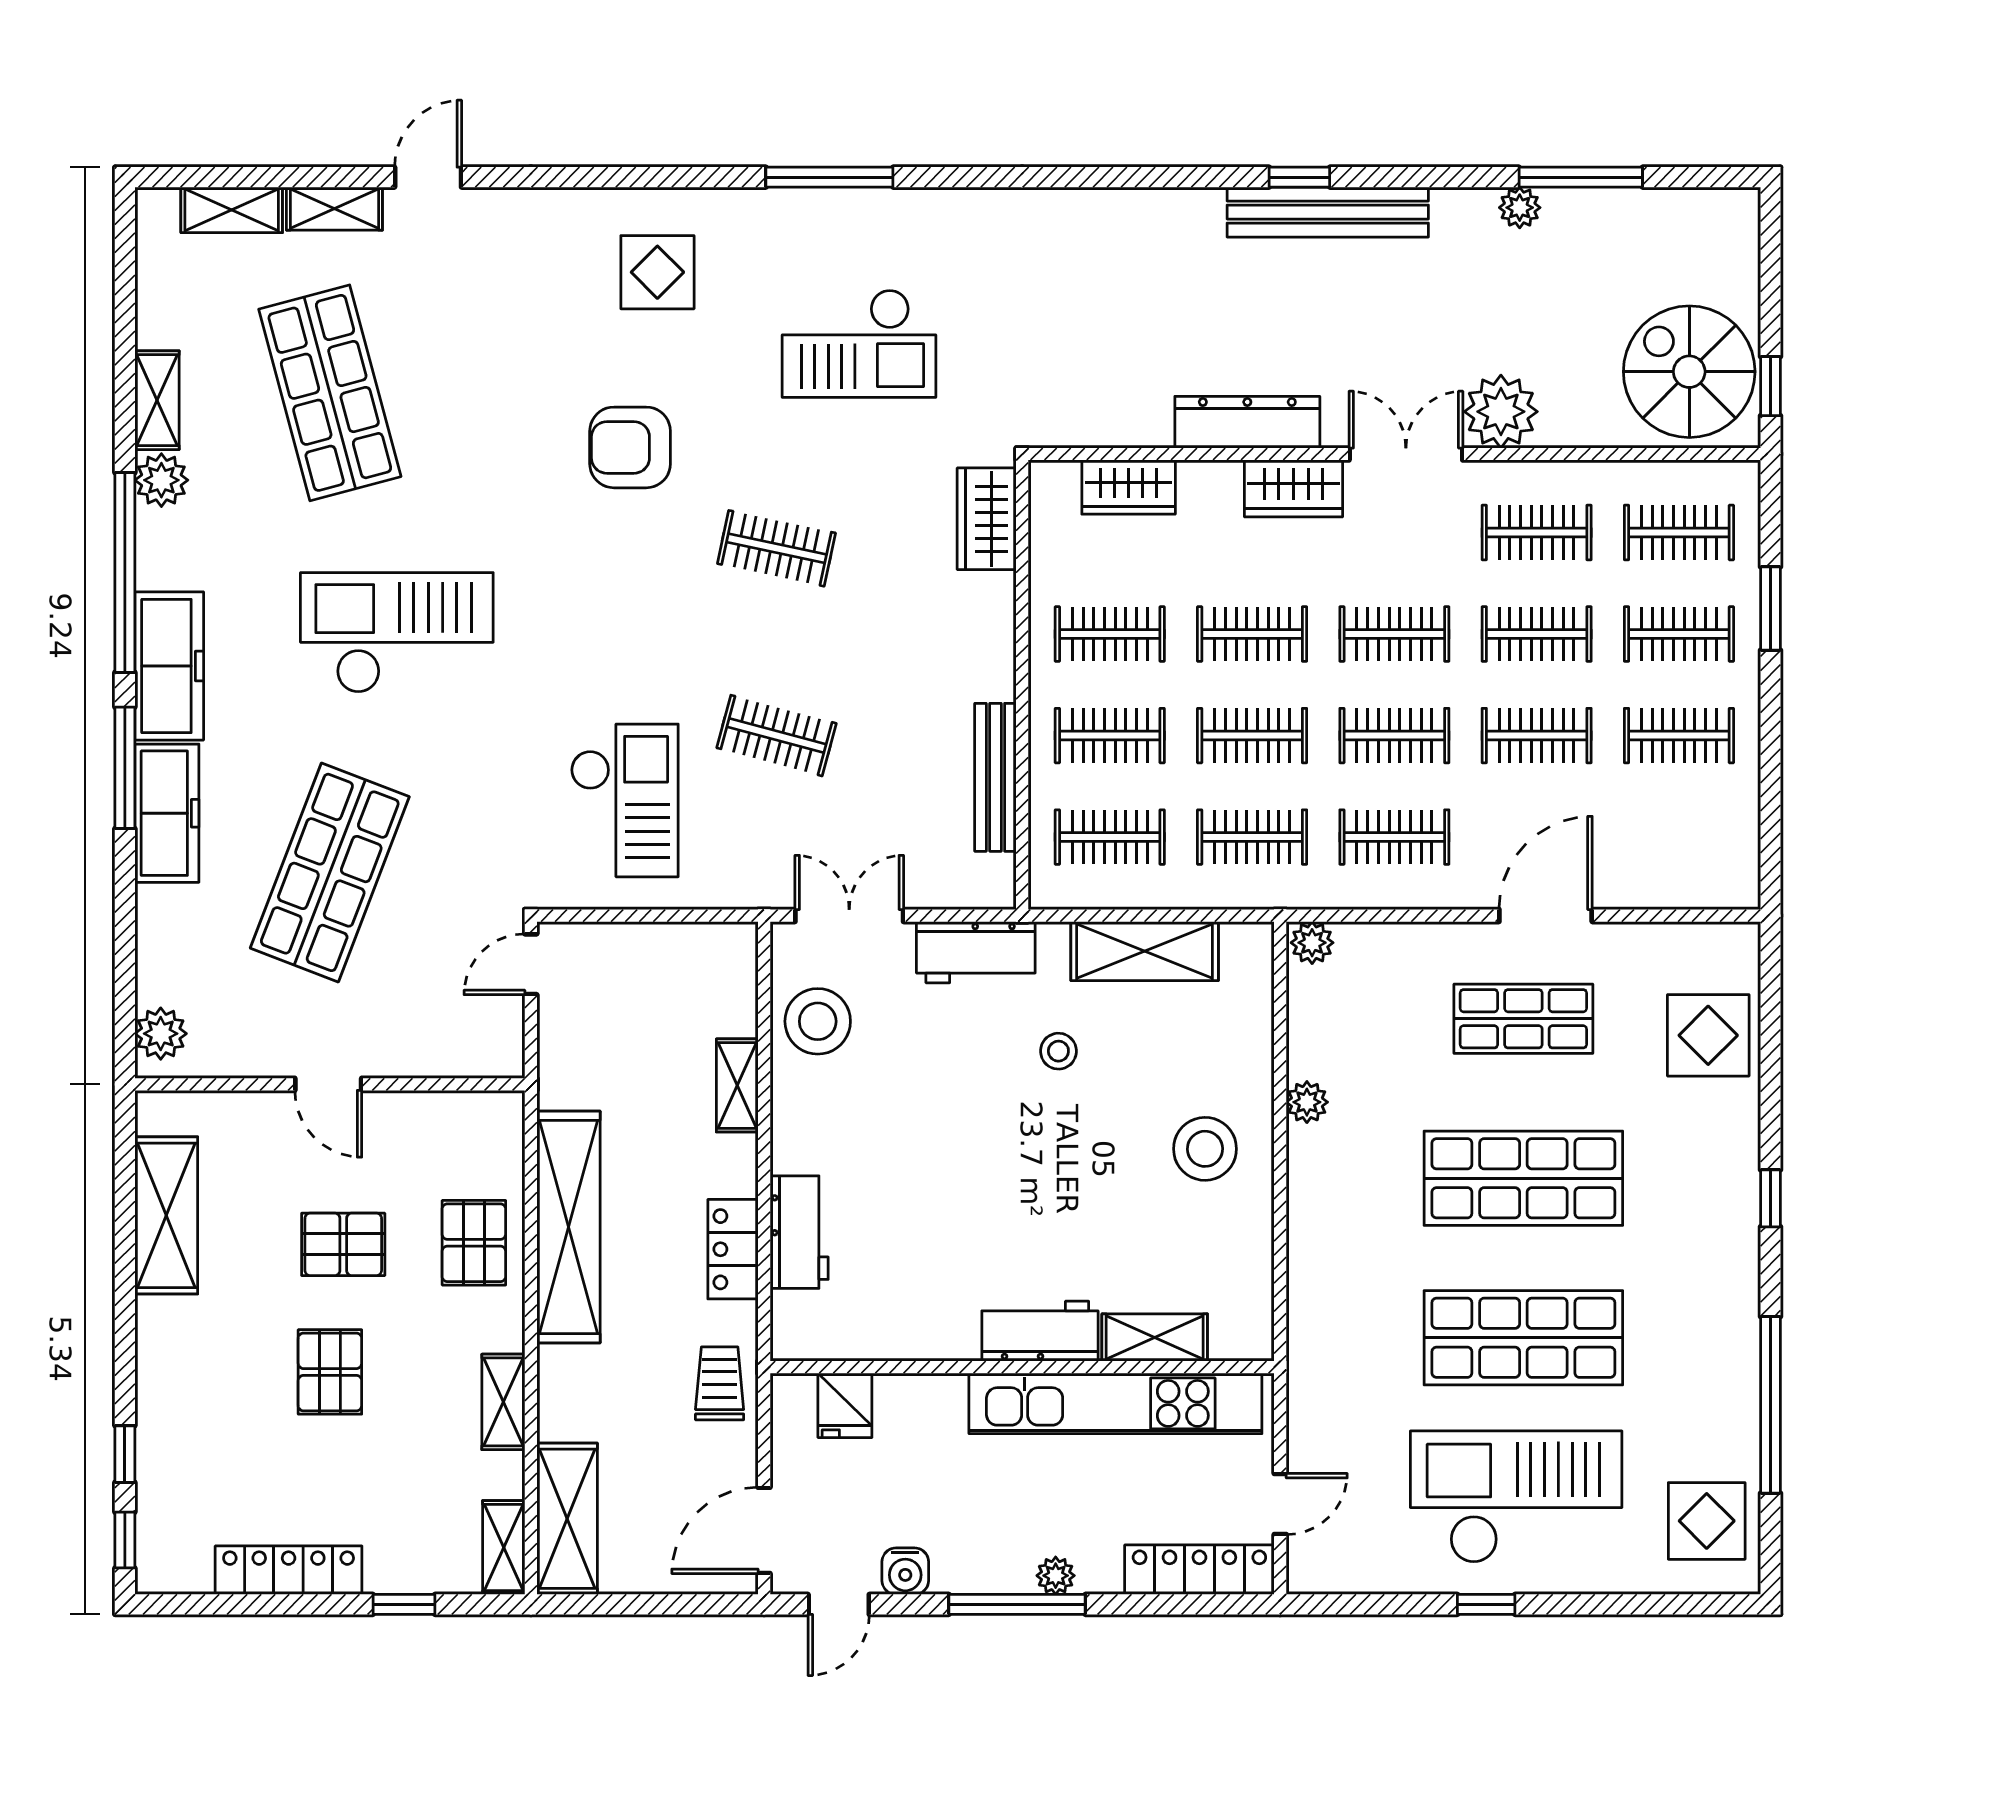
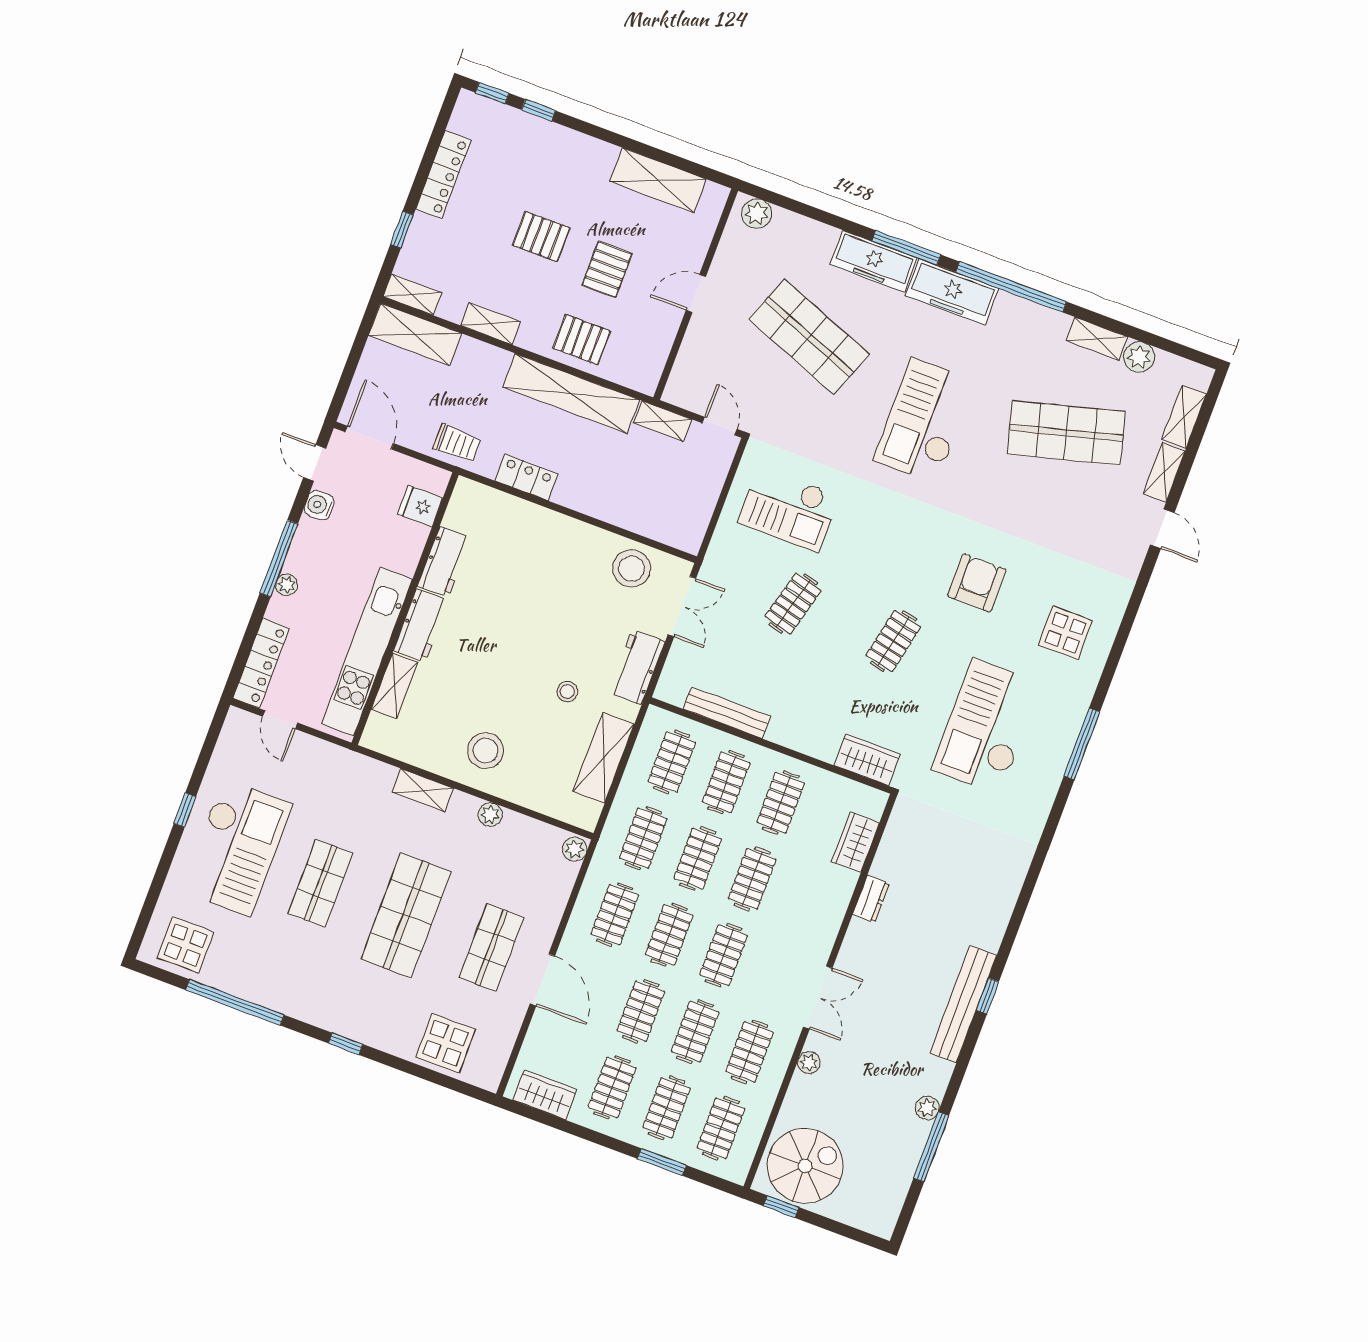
checkout: (859, 344) -> (987, 726), width x1.36, depth x1.21
plant: (1501, 412) -> (809, 1063), width x0.53, depth x0.53
dresser: (1247, 422) -> (871, 899), width x0.51, depth x0.80
plant: (161, 480) -> (1139, 357), moved
wardrobe: (1294, 488) -> (545, 1095), moved, turned 90
checkout: (397, 633) -> (924, 421), turned 180
shelving: (737, 1085) -> (663, 421), moved
shelving: (1308, 1227) -> (423, 790), added
workbench: (799, 1232) -> (444, 562), moved, turned -90
shop shelf: (1523, 1338) -> (320, 883), width x0.70, depth x0.74

